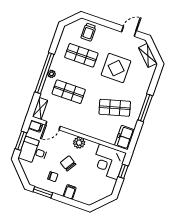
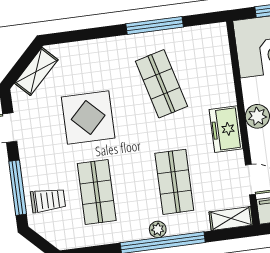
window: (101, 22) -> (18, 188), added
window: (145, 108) -> (155, 25), moved
freezer: (125, 138) -> (226, 129), moved, turned 90

